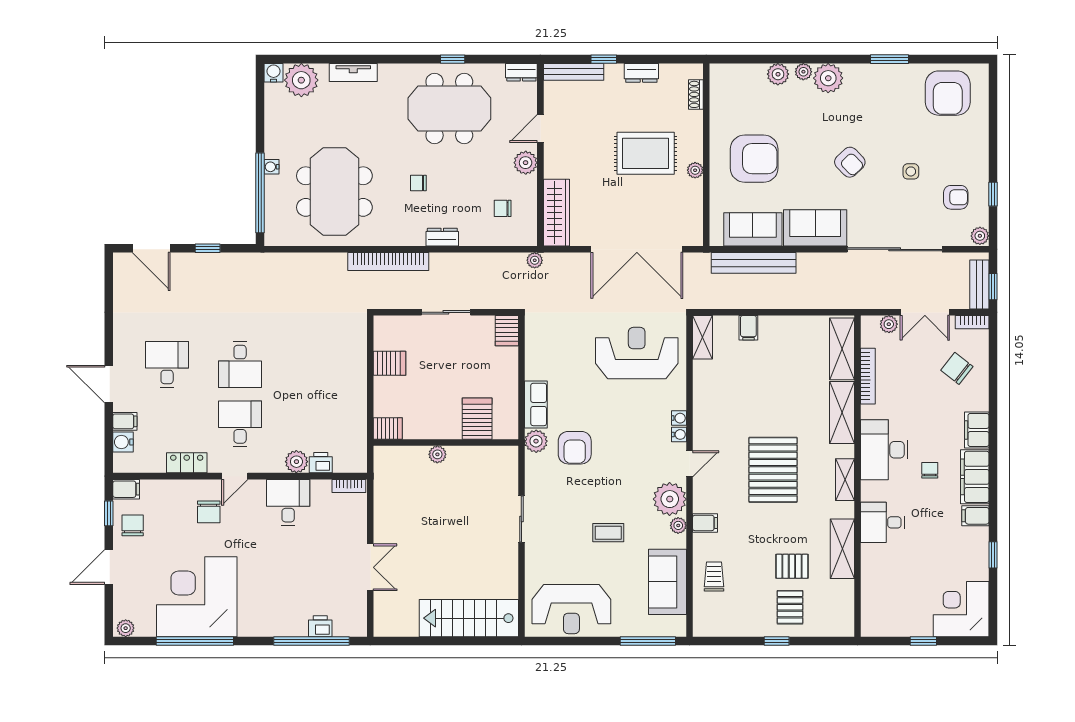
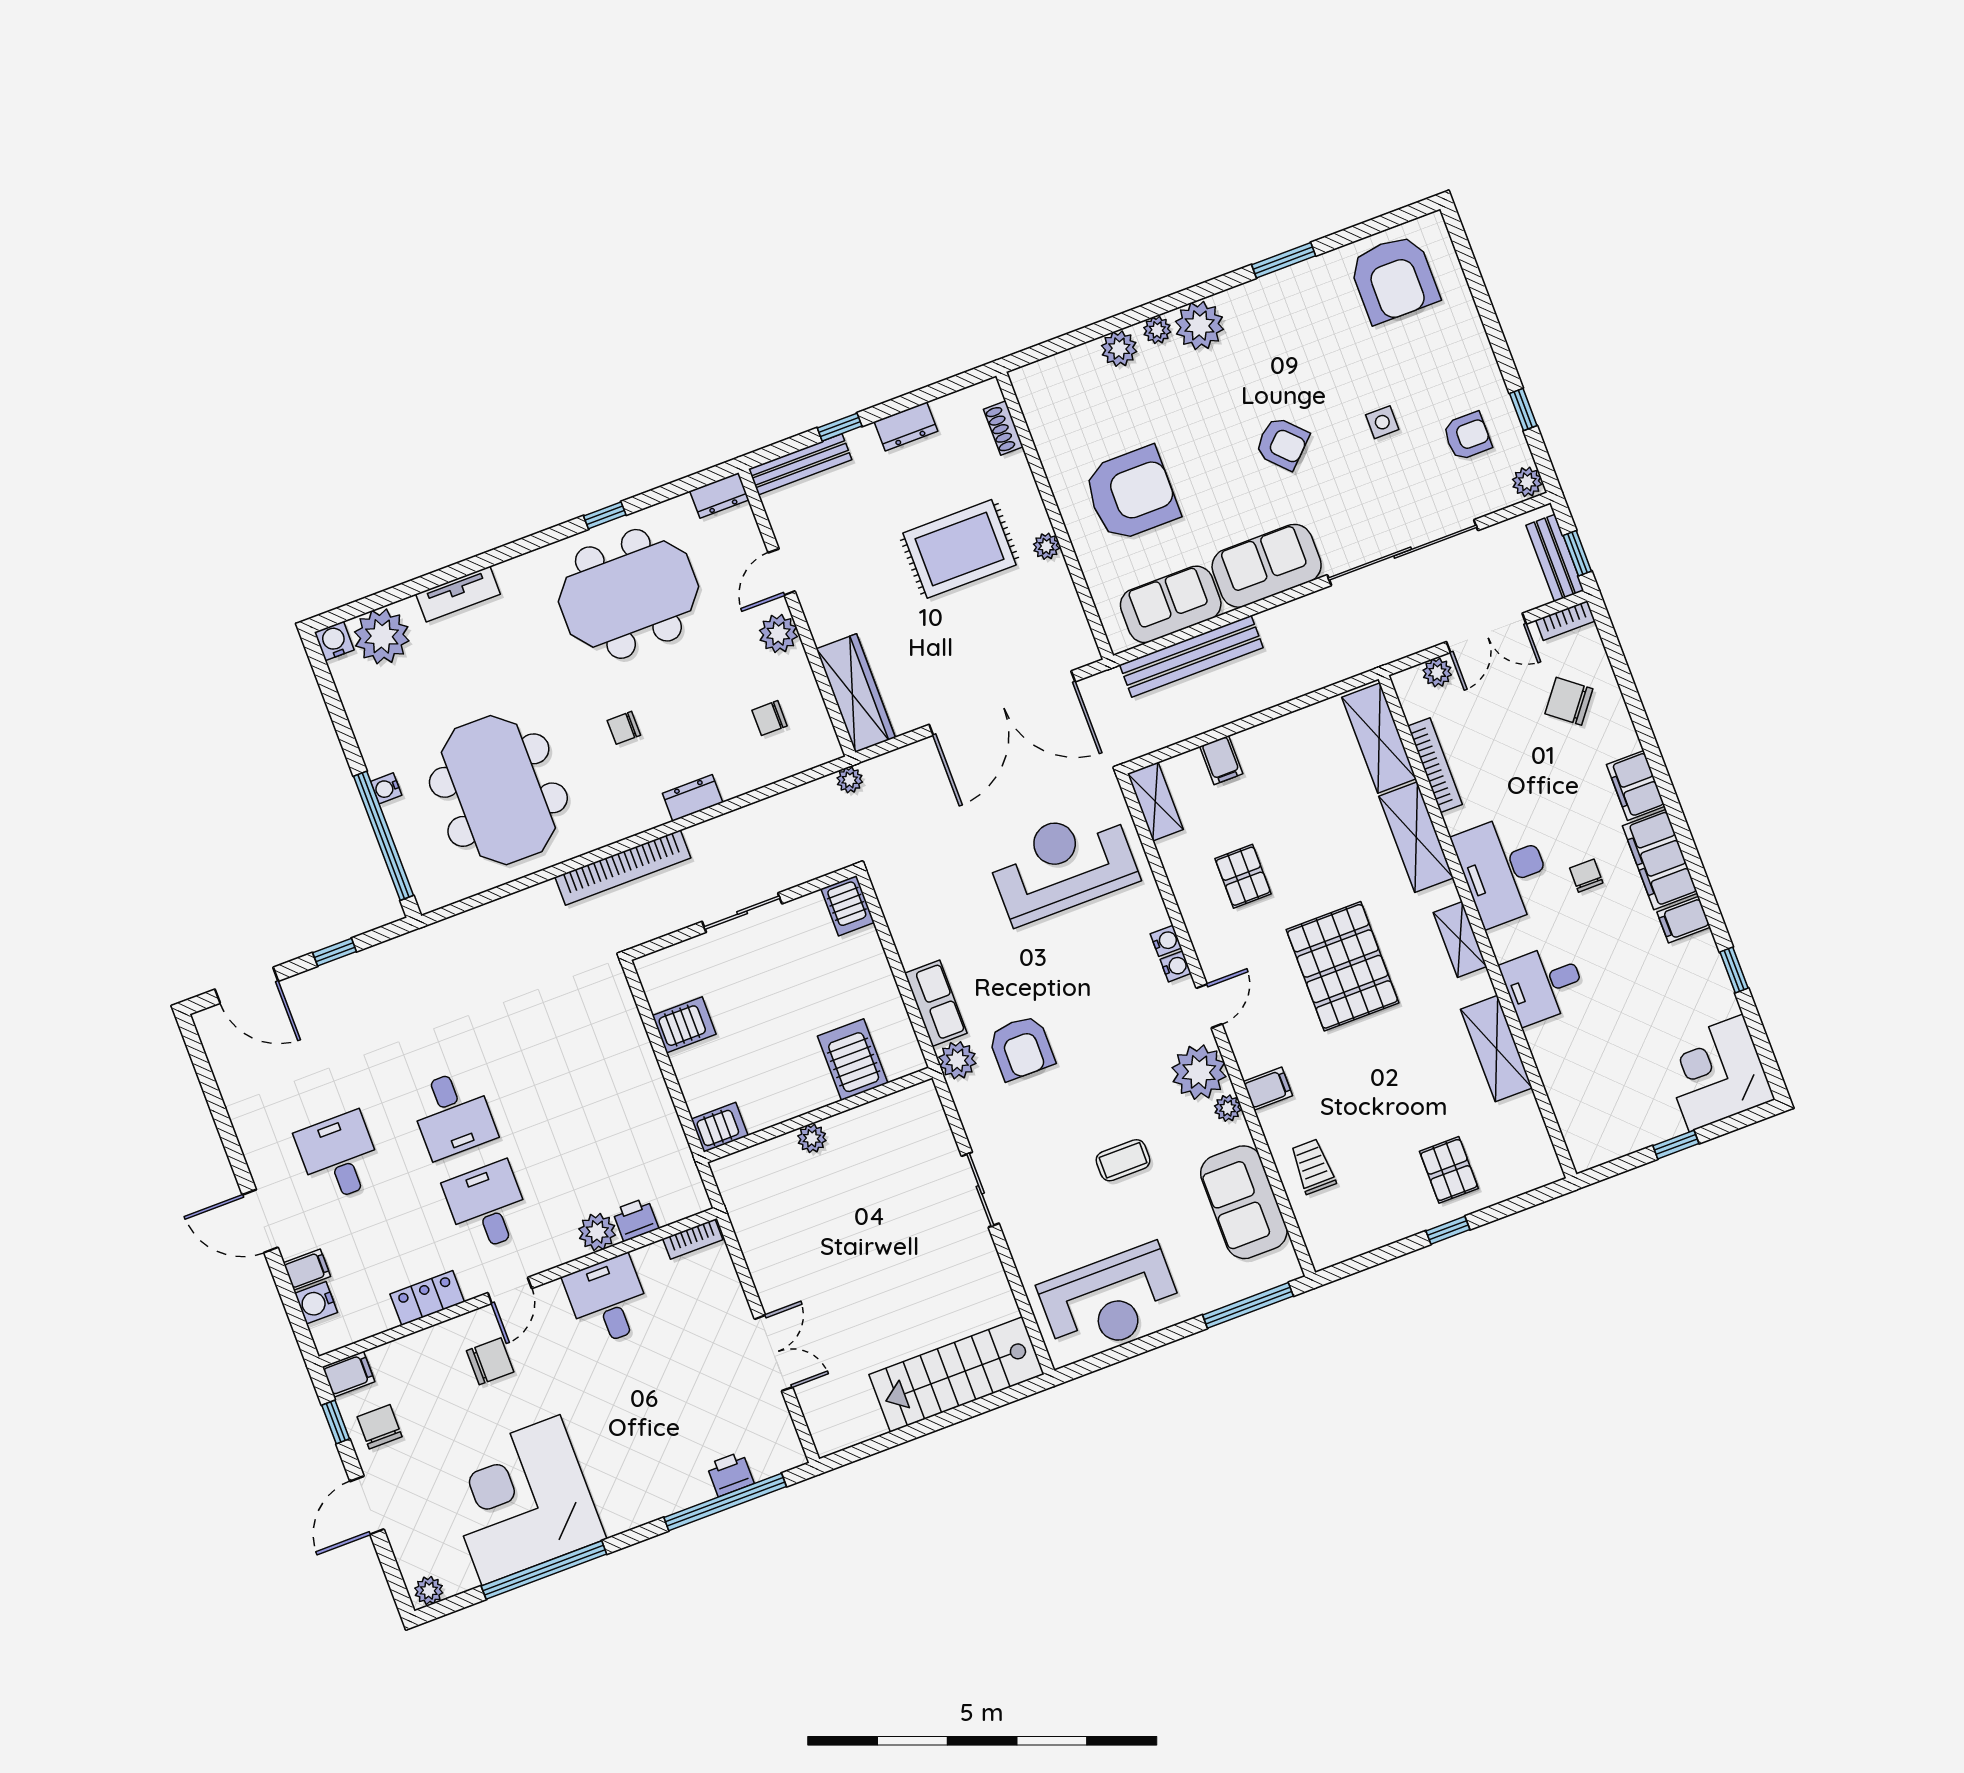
chair: (209, 512) -> (490, 1361), turned -90
pallet: (792, 566) -> (1243, 876), moved, turned 90

